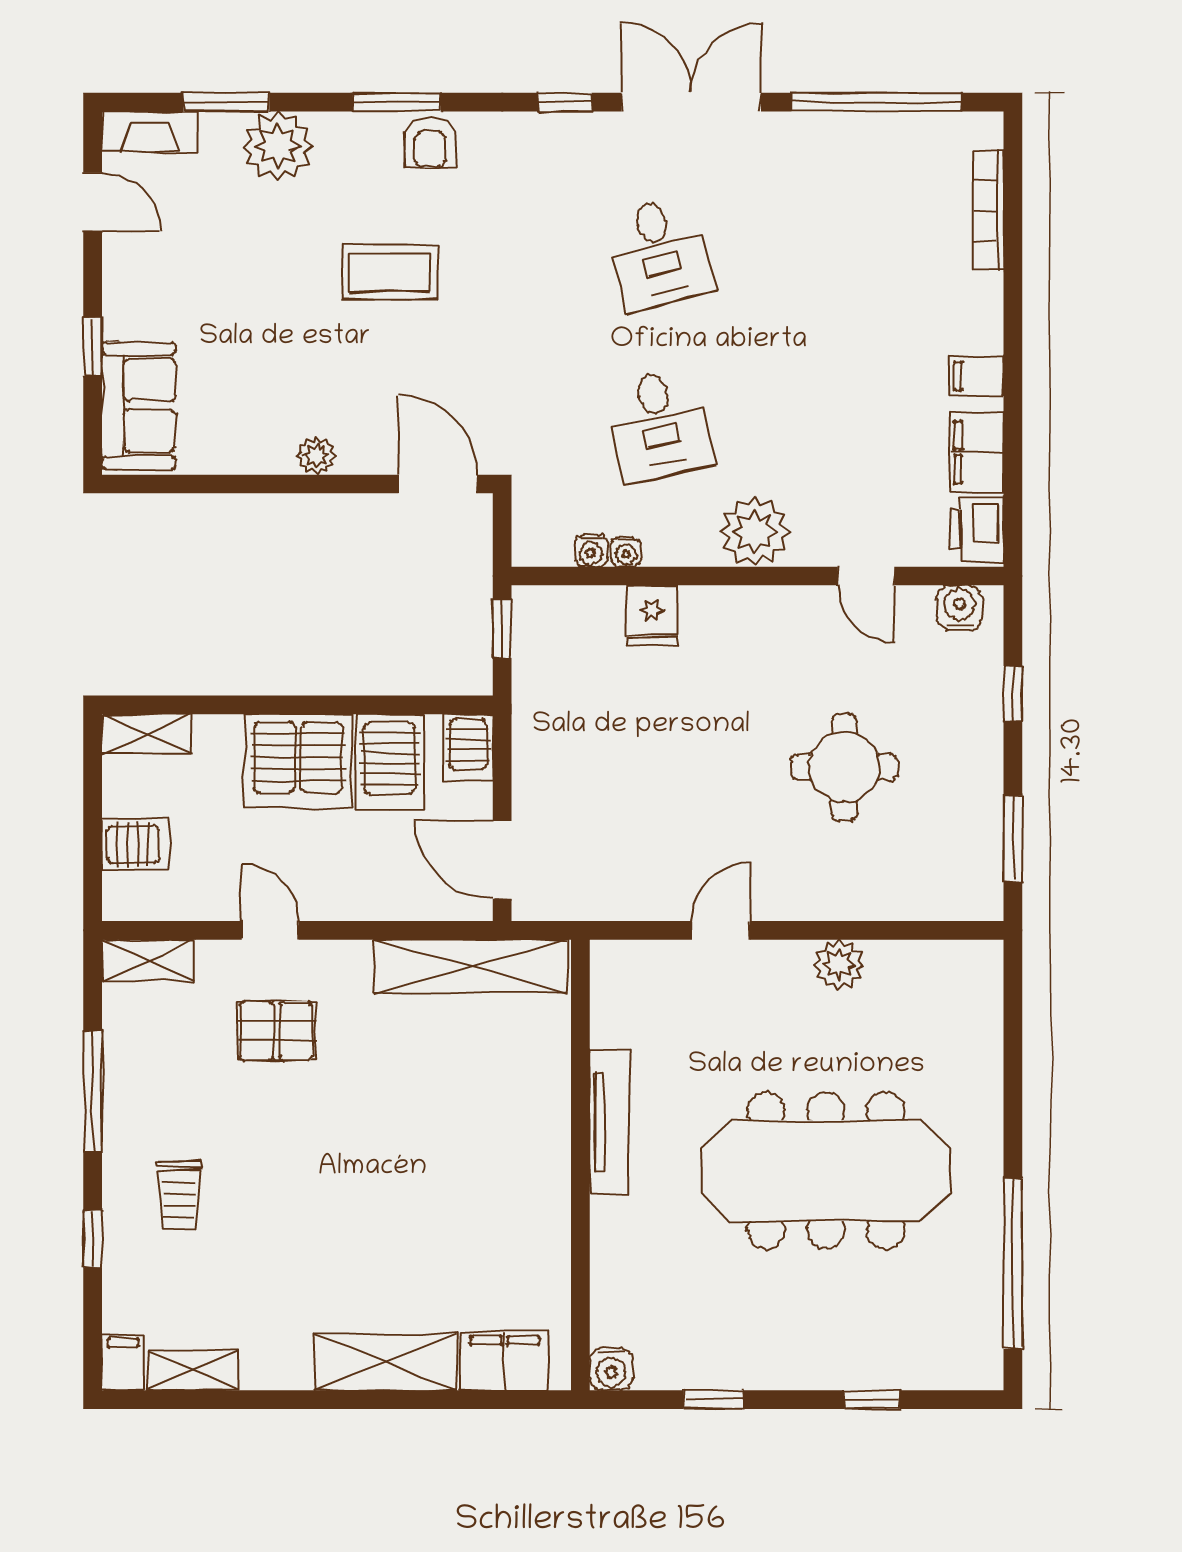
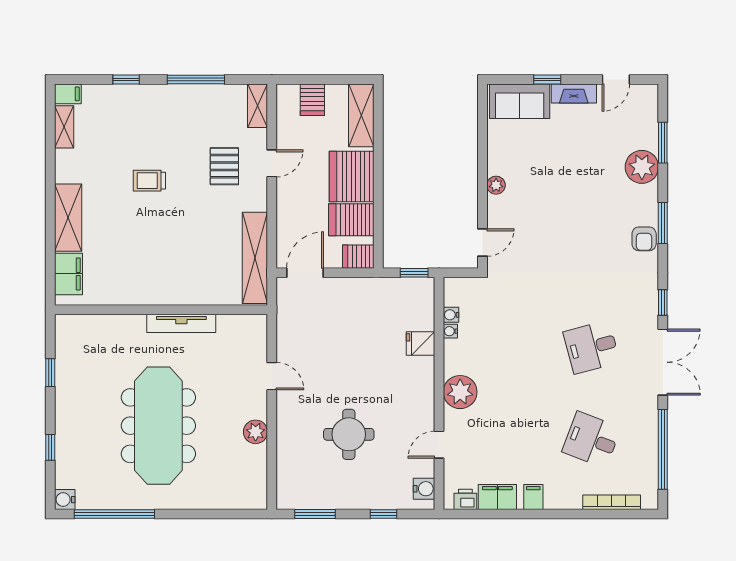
fireplace: (150, 132) -> (574, 93), moved, turned -90
armchair: (430, 142) -> (644, 239), turned -90
coffee table: (390, 272) -> (582, 220), removed
desk: (660, 425) -> (592, 440), moved, turned 33
door: (438, 484) -> (483, 243), width x0.73
printer: (977, 529) -> (465, 499), width x0.73, depth x0.81
shelving: (146, 734) -> (361, 115), width x1.50, depth x1.33
trolley: (179, 1195) -> (149, 181), moved
water cooler: (611, 1369) -> (65, 500), moved

